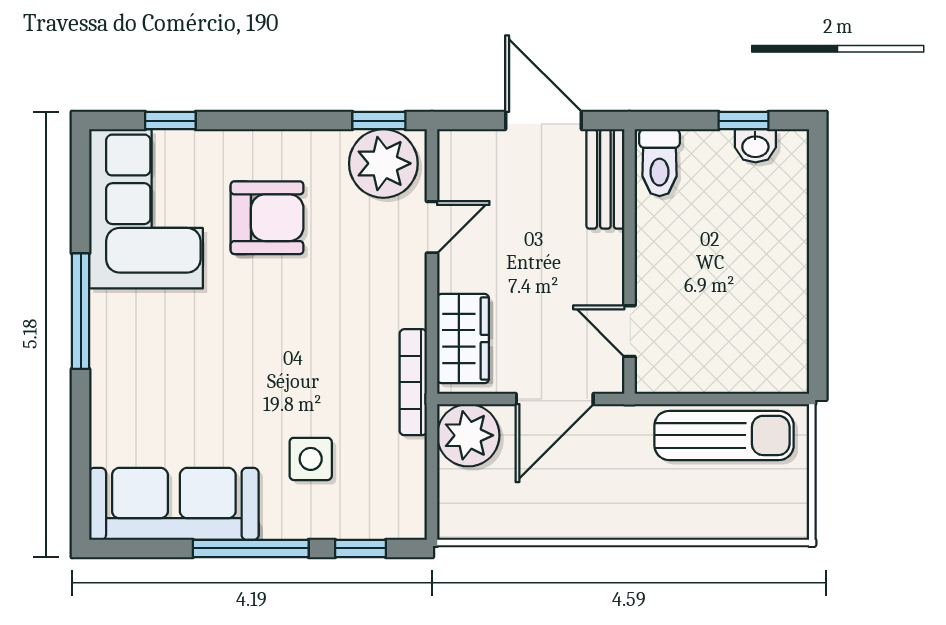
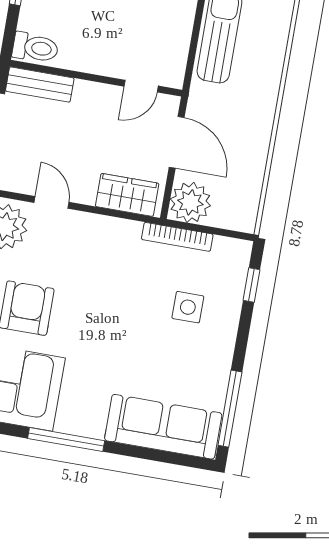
bookcase: (413, 382) -> (177, 237), moved
sofa: (174, 504) -> (163, 427), moved, turned 90
window: (251, 548) -> (230, 409), moved

